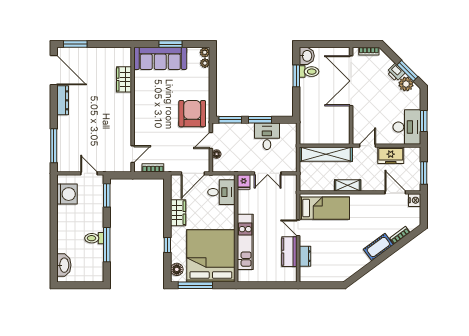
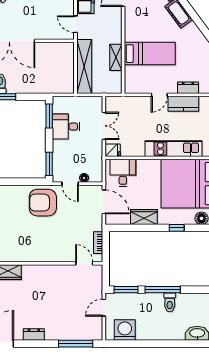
dresser: (63, 100) -> (34, 335), width x0.70
window: (260, 120) -> (49, 116), moved
shelving: (348, 185) -> (116, 57), moved
bed: (324, 208) -> (150, 54), moved, turned 90
window: (107, 245) -> (163, 290), moved

